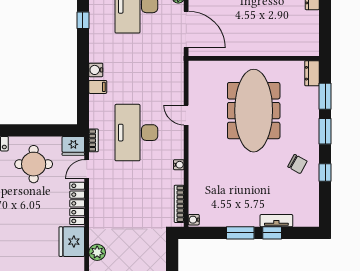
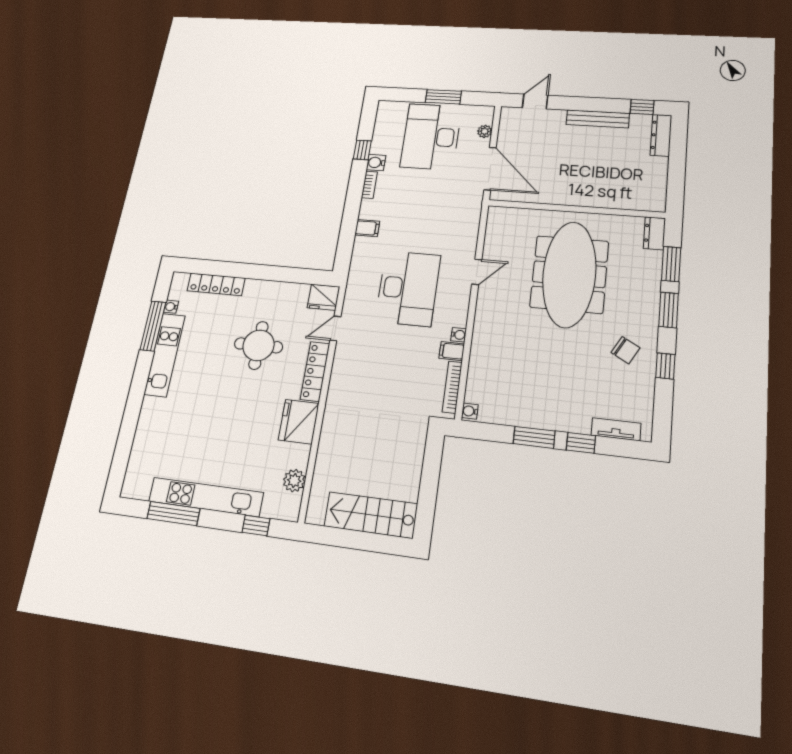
water cooler: (96, 70) -> (376, 163), moved
door: (186, 115) -> (477, 272), swing flipped
desk: (136, 133) -> (408, 288), turned 180
bookcase: (94, 140) -> (369, 185), moved
round table: (34, 164) -> (258, 345), moved
filing cabinet: (175, 177) -> (452, 351), added
tv unit: (276, 221) -> (616, 429), moved
plant: (97, 252) -> (330, 441), removed

